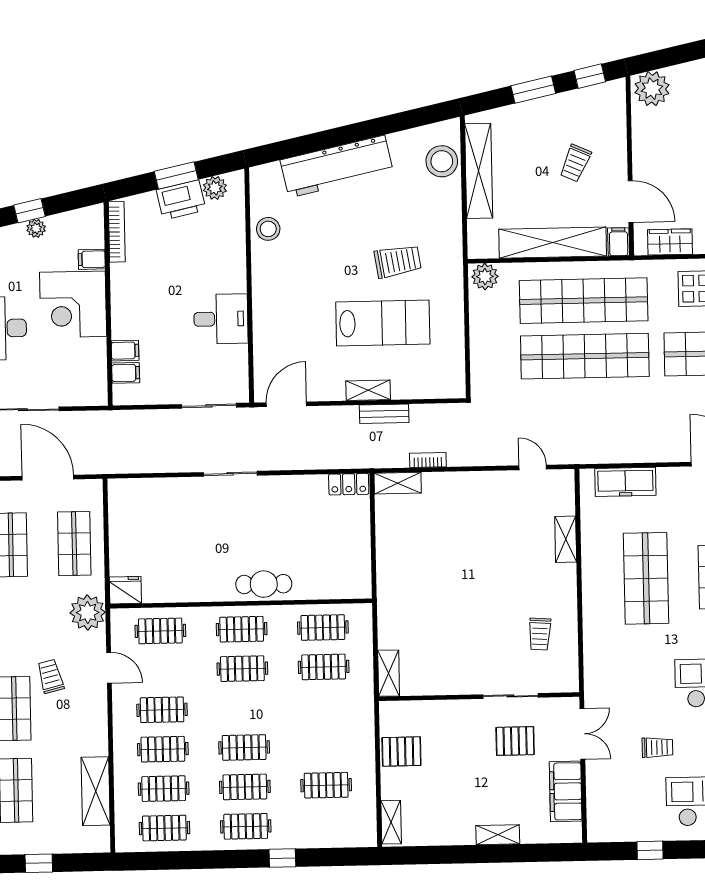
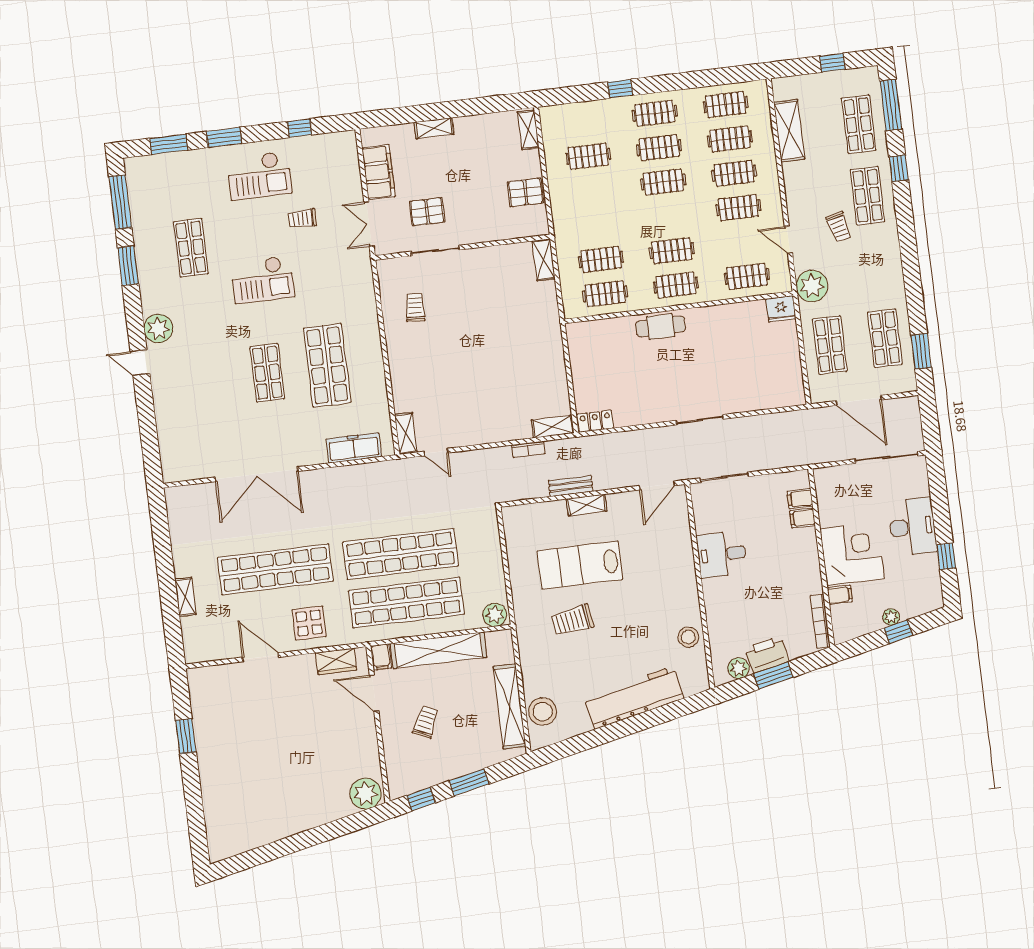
shelving: (566, 539) -> (406, 433), moved

